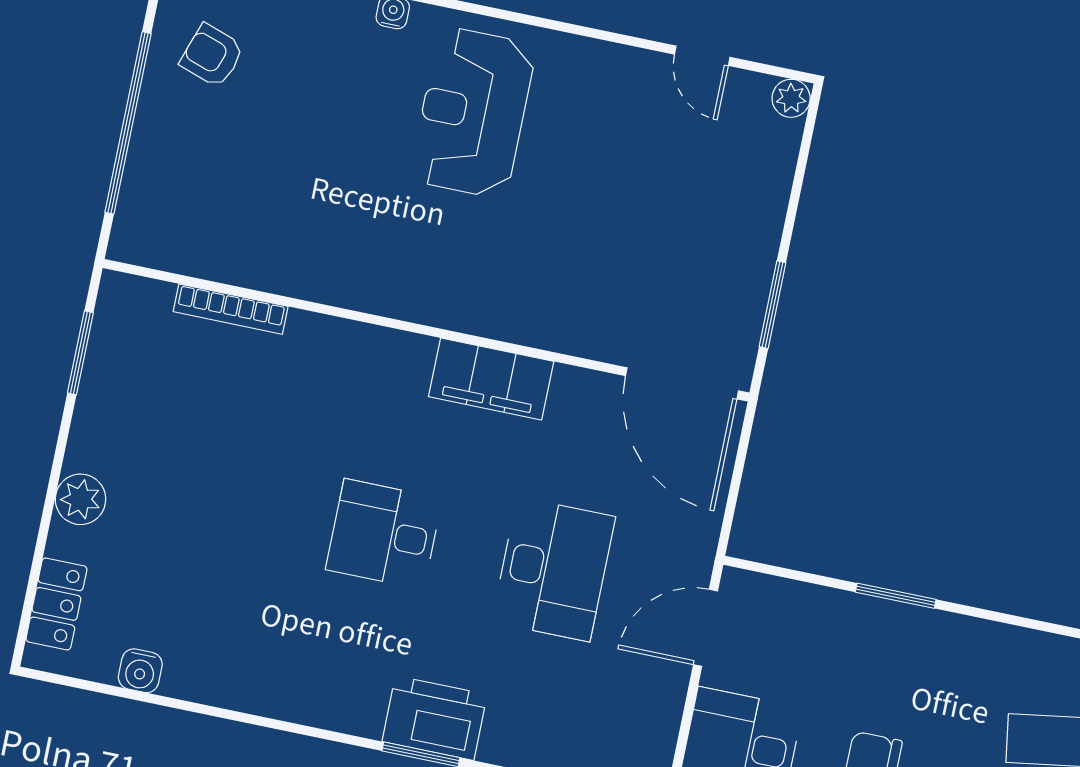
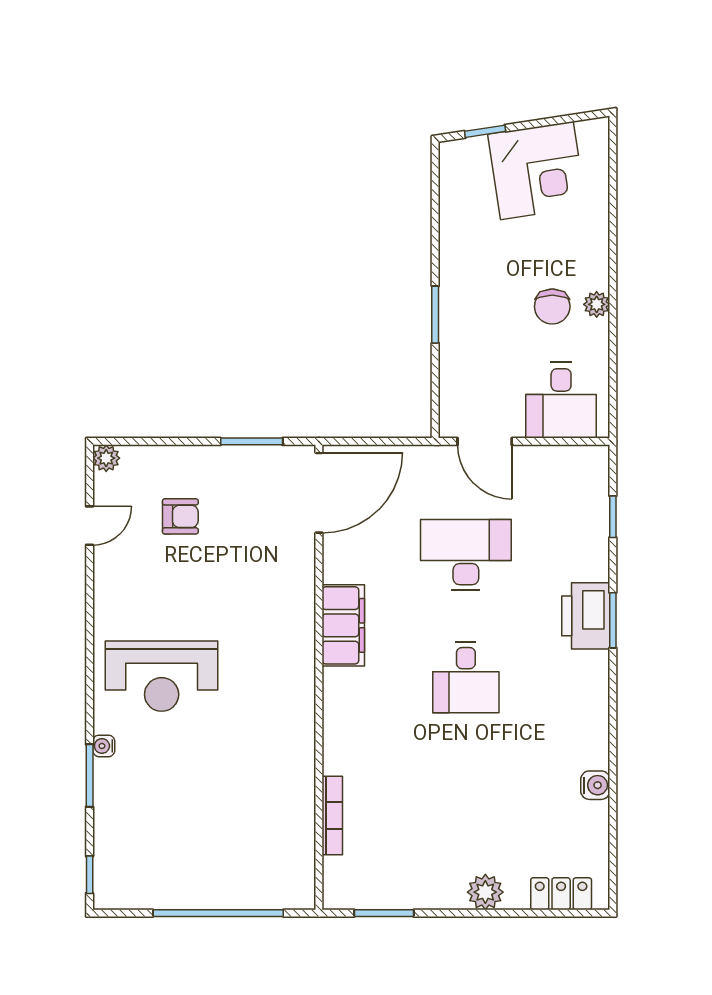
armchair: (212, 56) -> (180, 516), moved, turned -109
water cooler: (140, 671) -> (595, 785), moved

